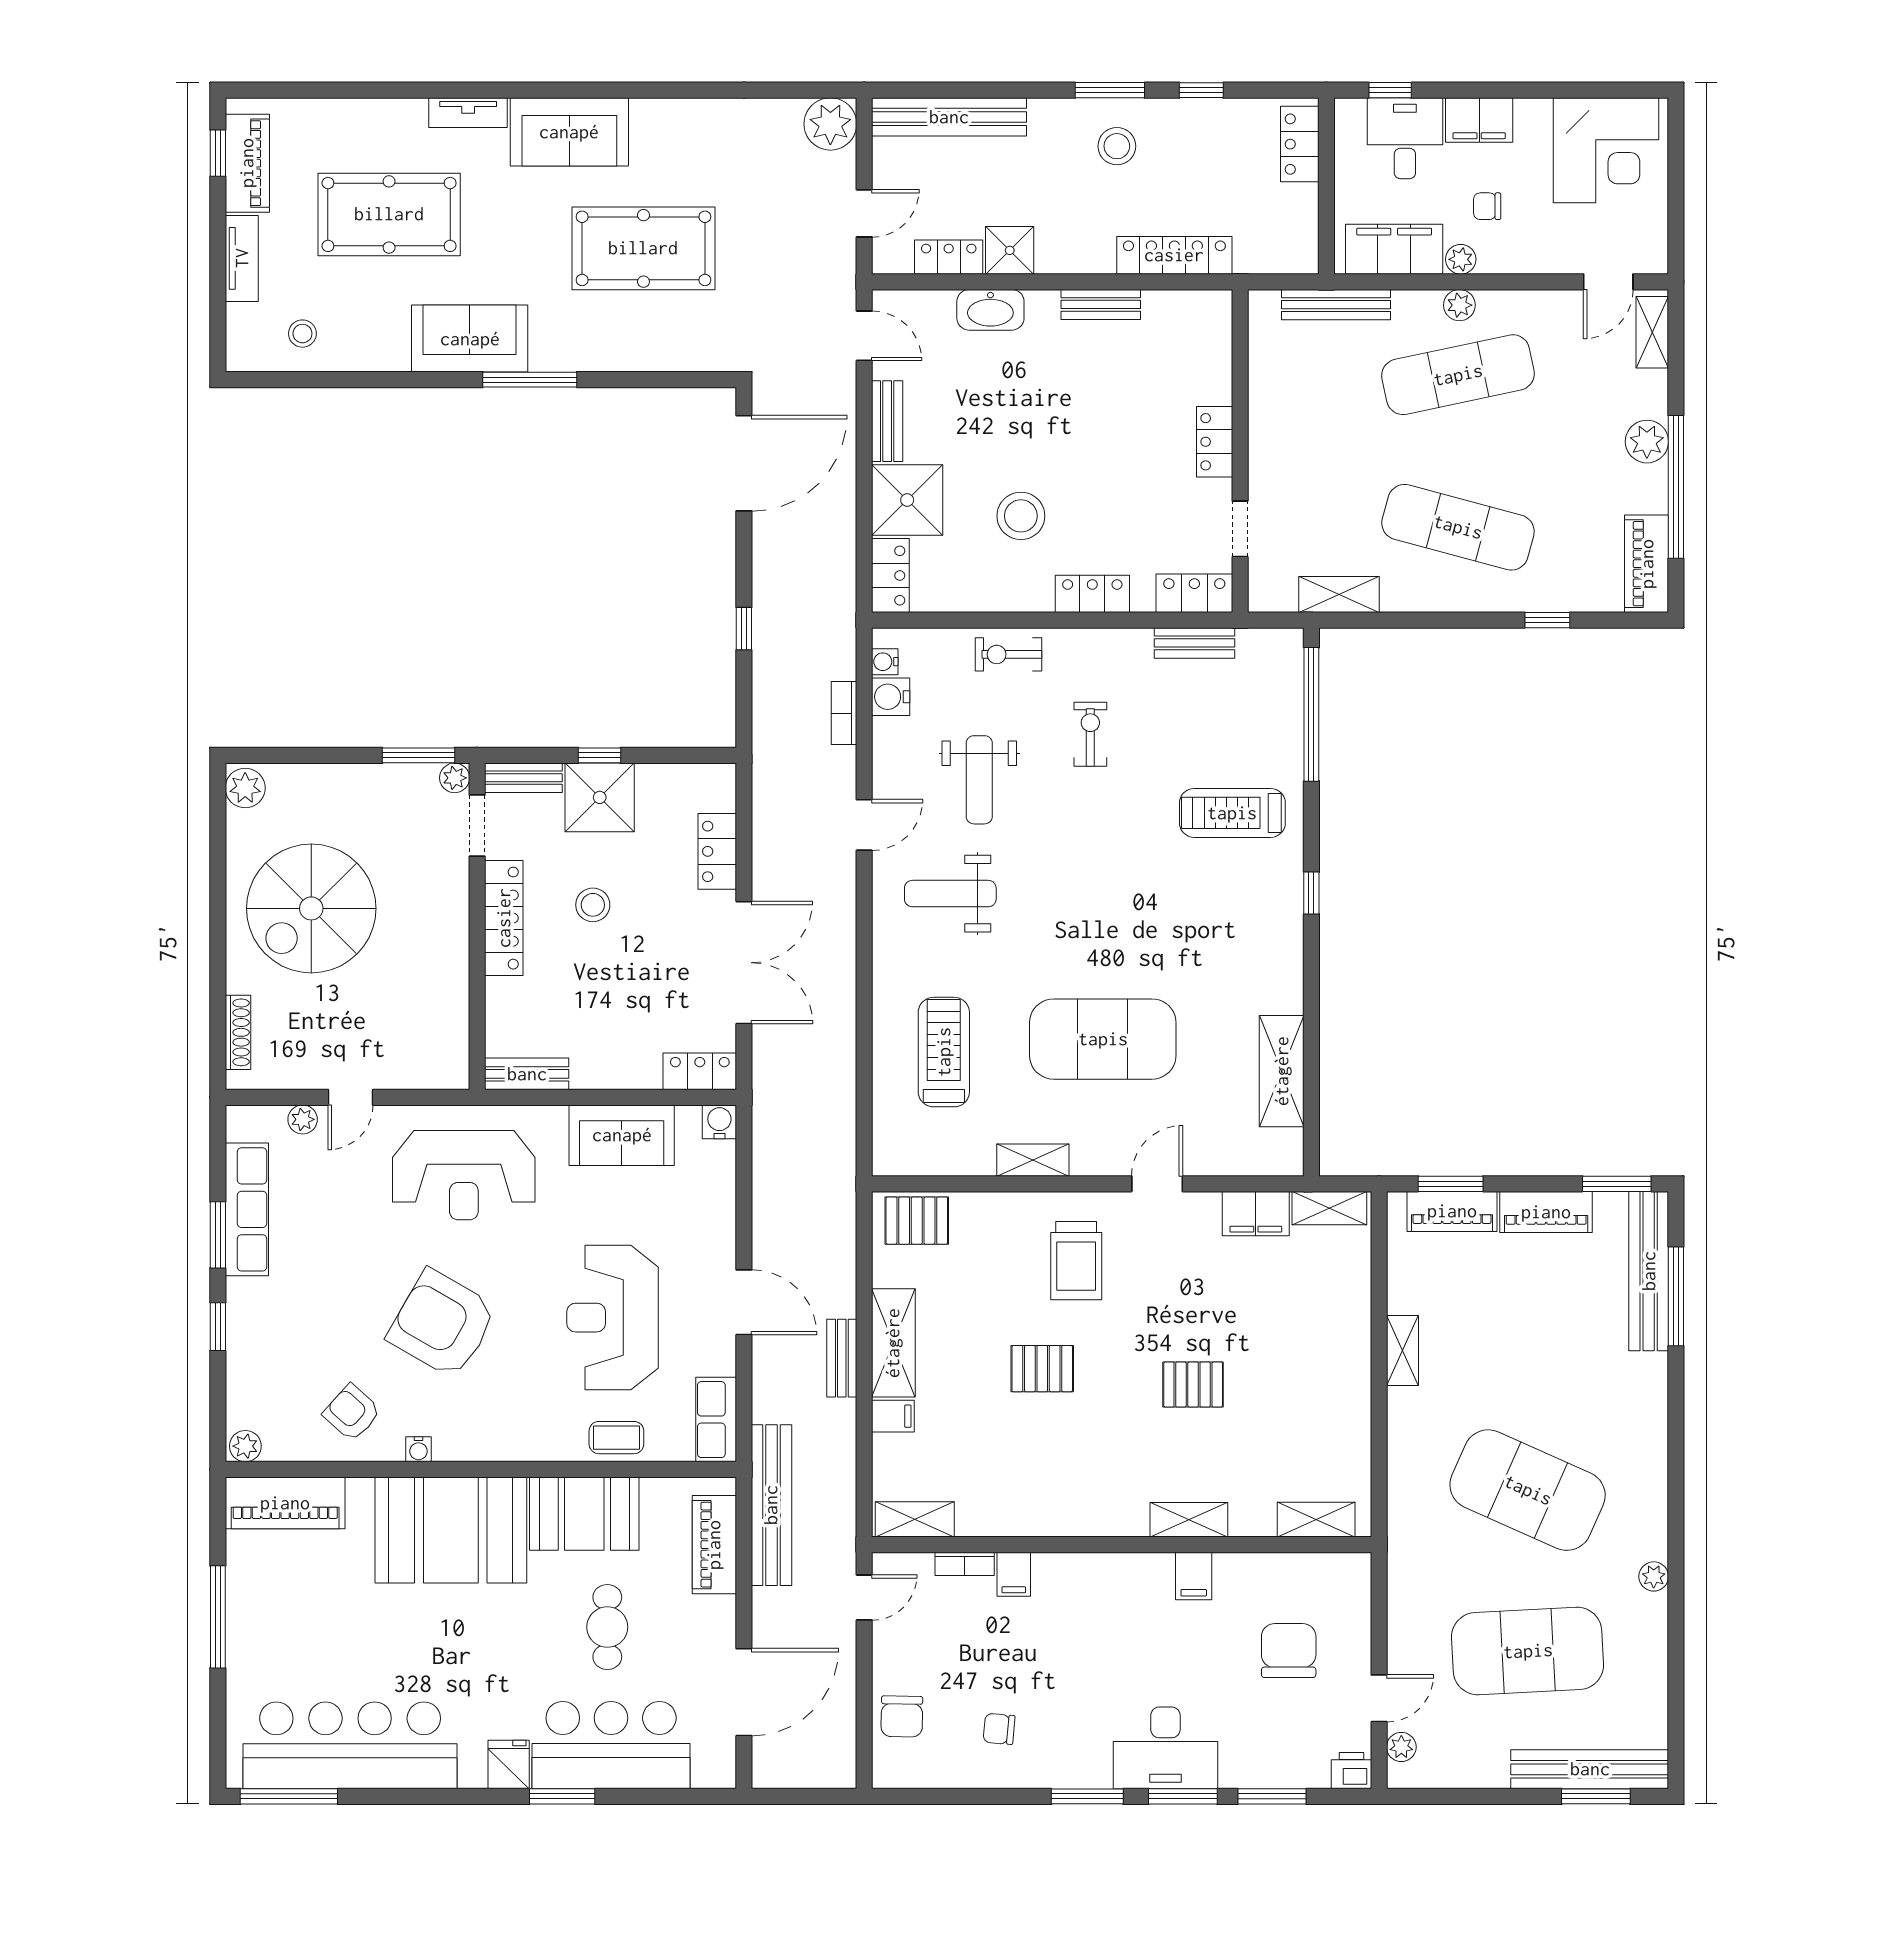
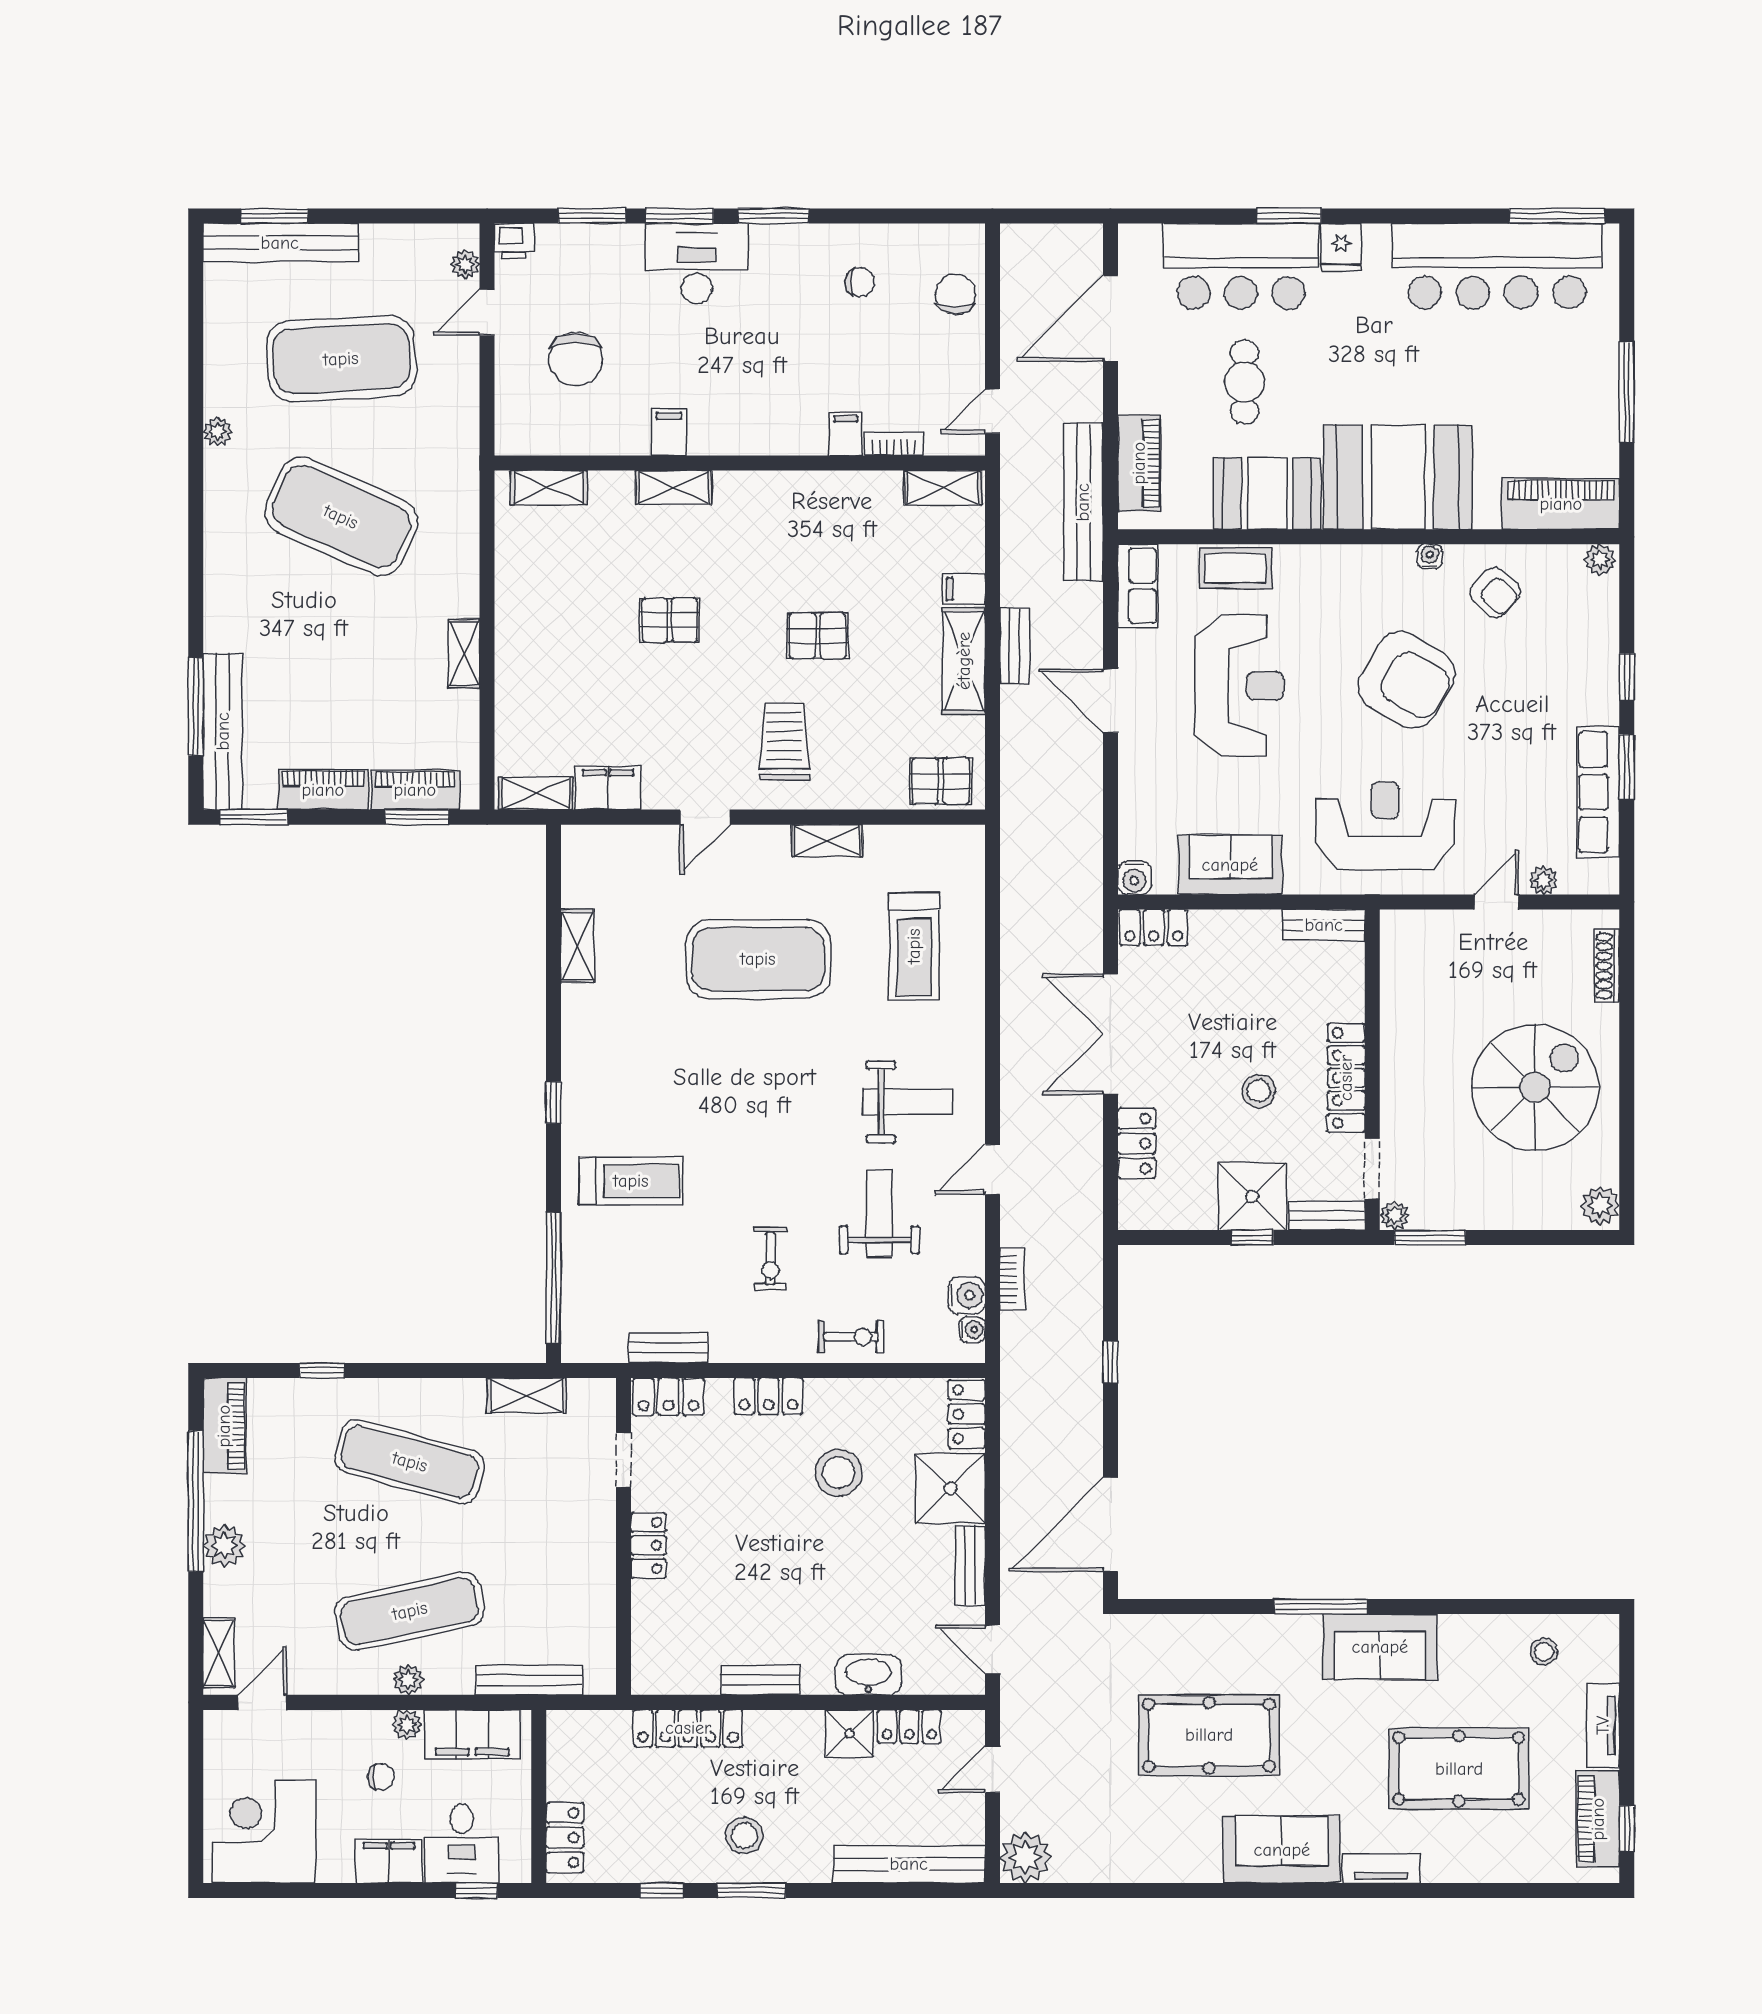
shelving: (1282, 1071) -> (577, 946), width x0.67, depth x0.75
coffee table: (616, 1438) -> (1236, 568), width x1.36, depth x1.30

